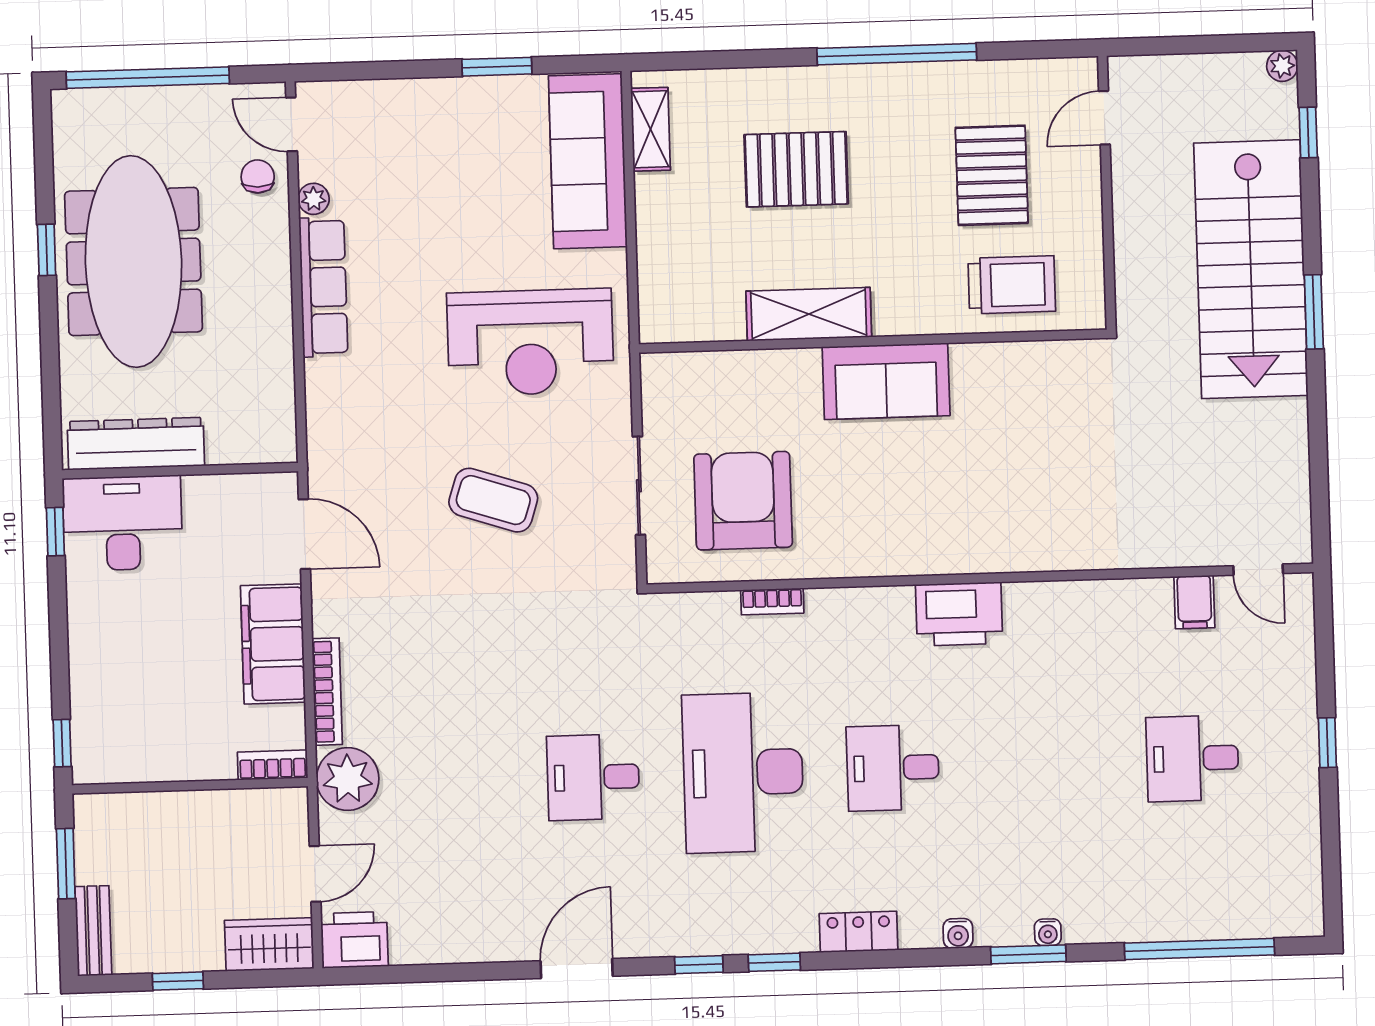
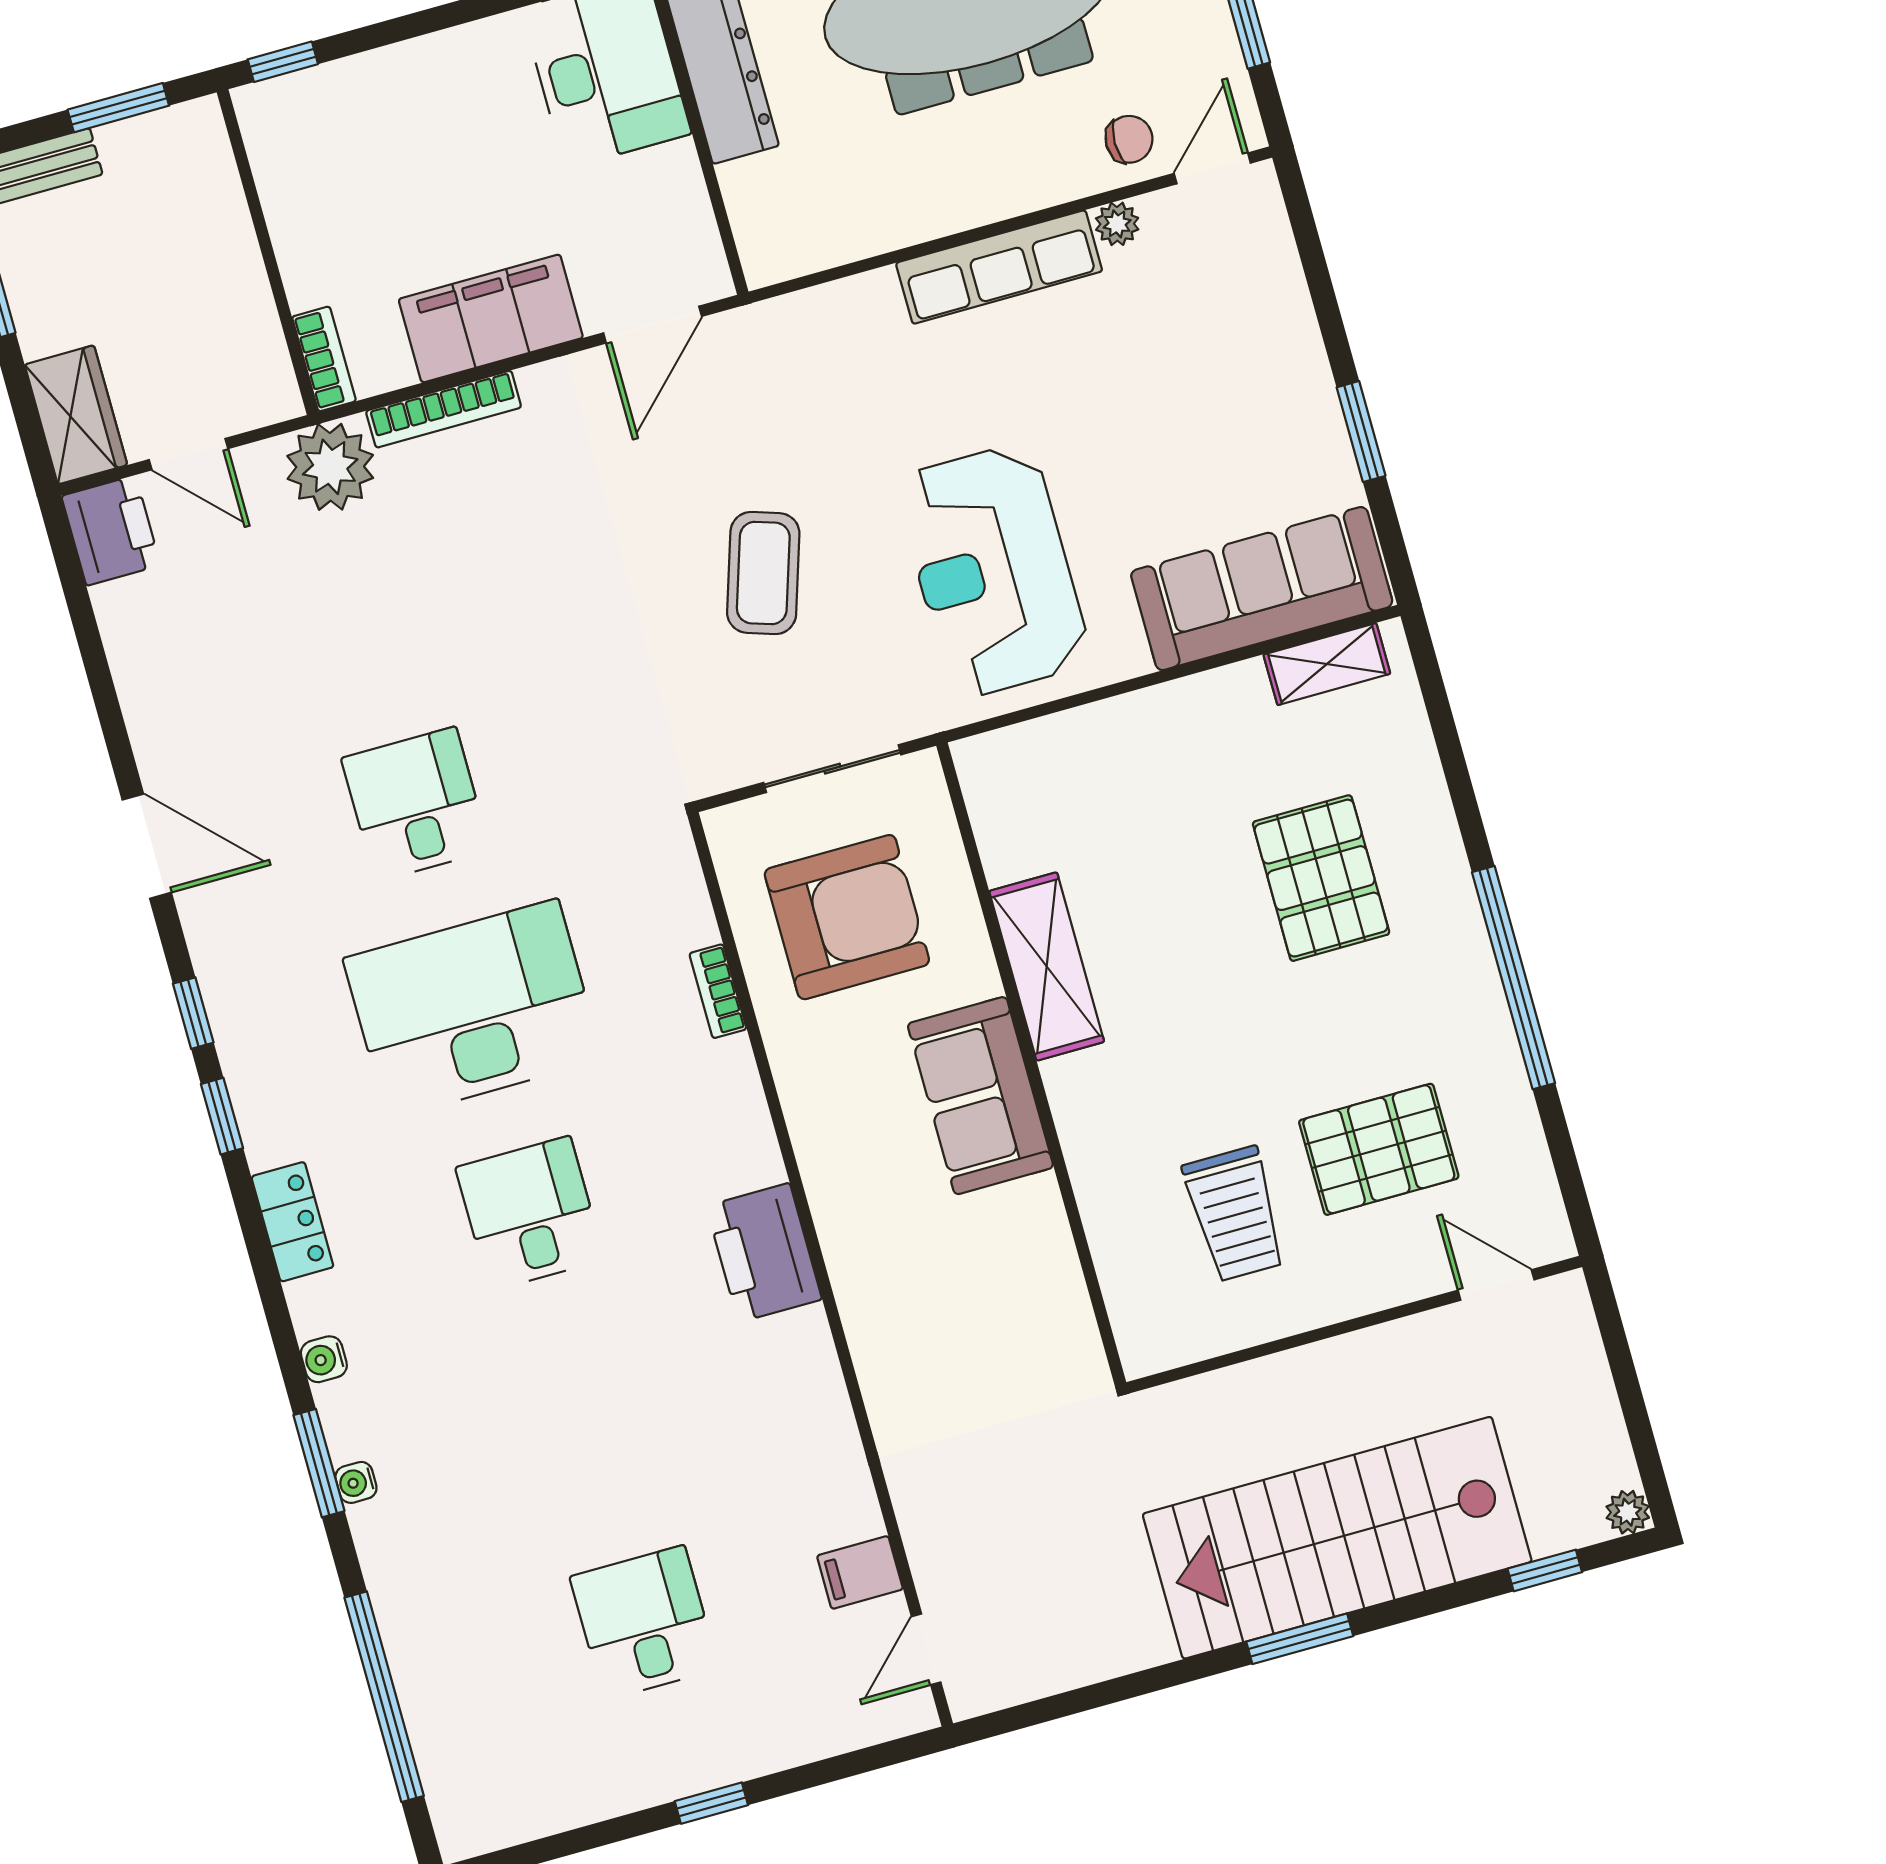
shelving: (809, 314) -> (1047, 966), moved
wall: (873, 341) -> (1031, 1064), moved
sofa: (886, 381) -> (980, 1096), moved

